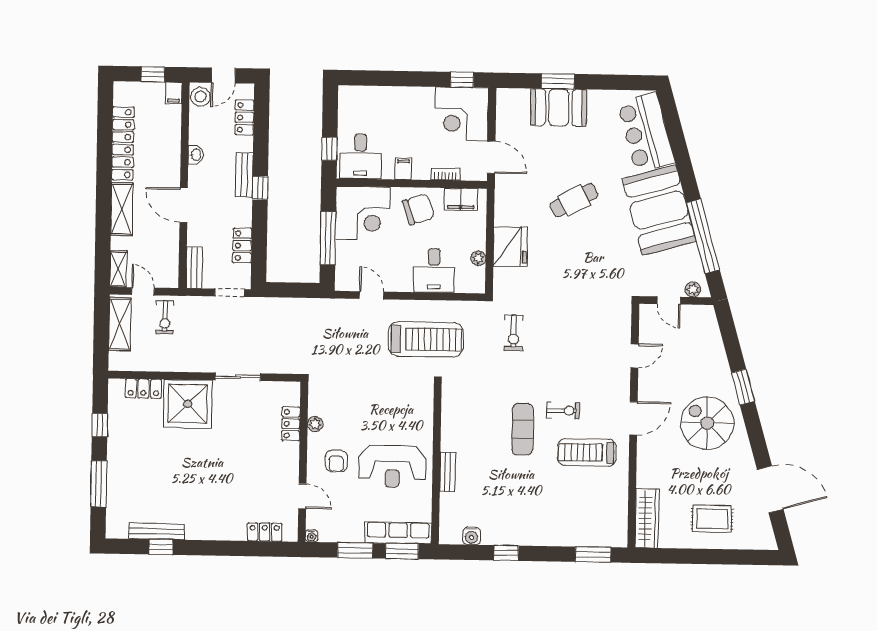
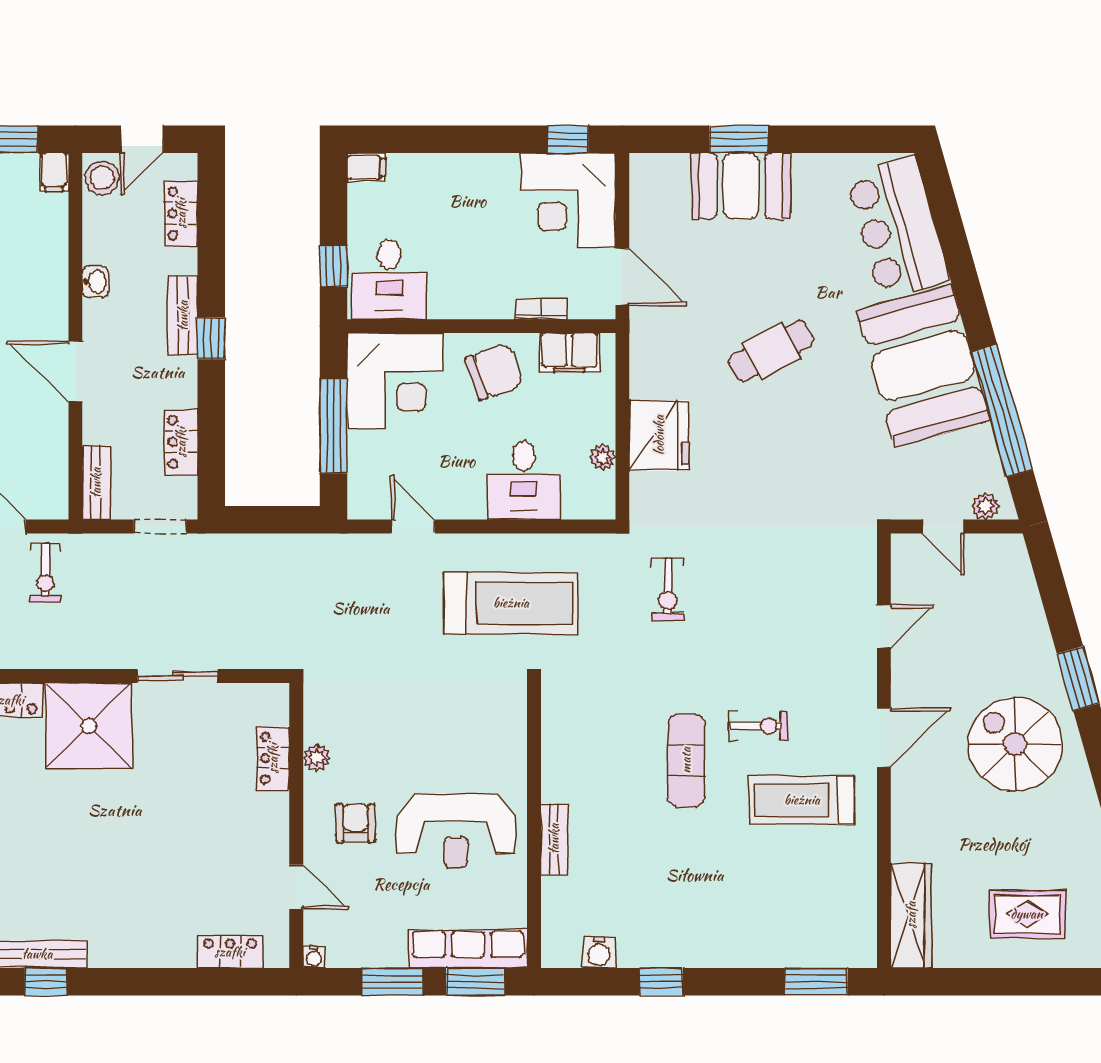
filing cabinet: (403, 169) -> (366, 167), moved, turned 90
armchair: (336, 461) -> (356, 823), turned 180

